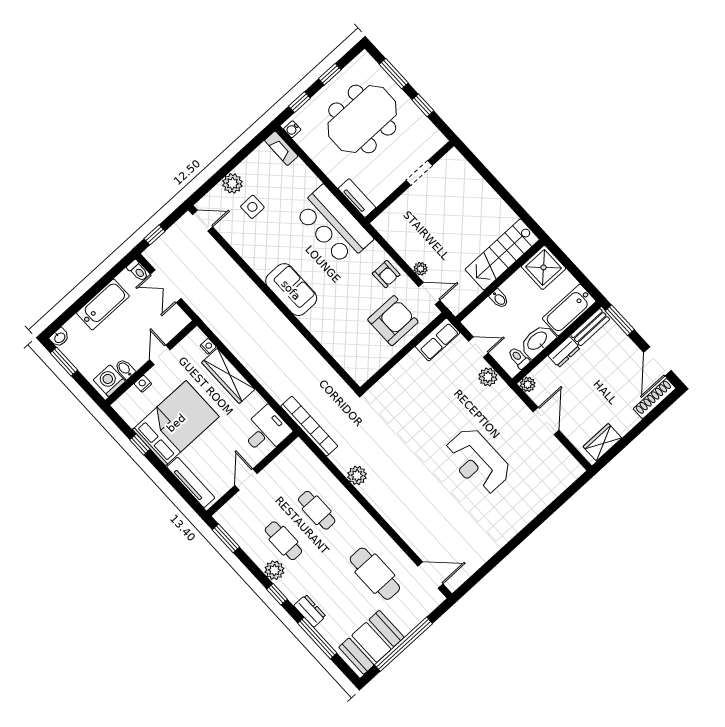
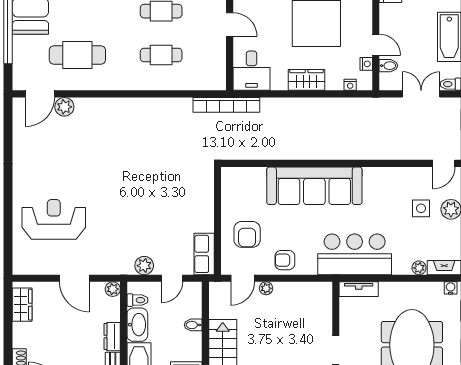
plant: (299, 167) -> (419, 268), added
sofa: (291, 290) -> (314, 186), width x1.85, depth x1.27
armchair: (393, 321) -> (247, 234), width x0.73, depth x0.73
bidet: (125, 369) -> (388, 66), moved
wardrobe: (228, 376) -> (307, 80), width x0.67
nightstand: (143, 384) -> (366, 64), moved
reception desk: (477, 461) -> (54, 219), moved
plant: (357, 475) -> (64, 107), moved

